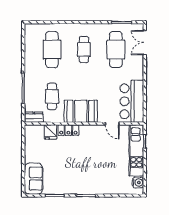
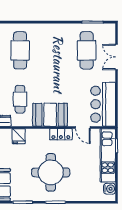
double door: (145, 43) -> (117, 57), moved
cafe table: (84, 49) -> (53, 50), removed
locker: (68, 130) -> (61, 134), moved
round table: (81, 167) -> (51, 172), added

